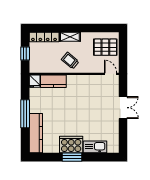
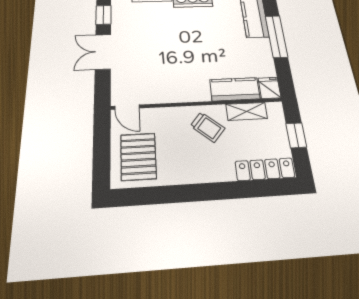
shelving: (70, 37) -> (247, 111), moved
pallet: (105, 47) -> (138, 156), turned 90
window: (123, 132) -> (104, 15), added

